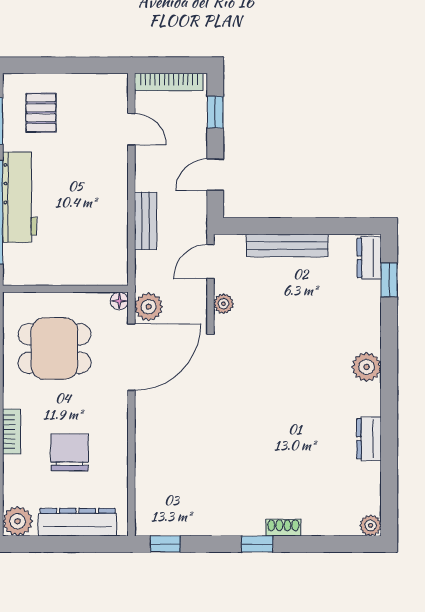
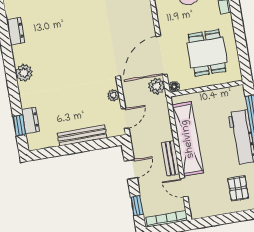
shelving: (111, 210) -> (188, 139), added
bench: (146, 221) -> (171, 158), moved
dresser: (369, 258) -> (30, 120), moved
dining table: (54, 349) -> (207, 53), turned 90

